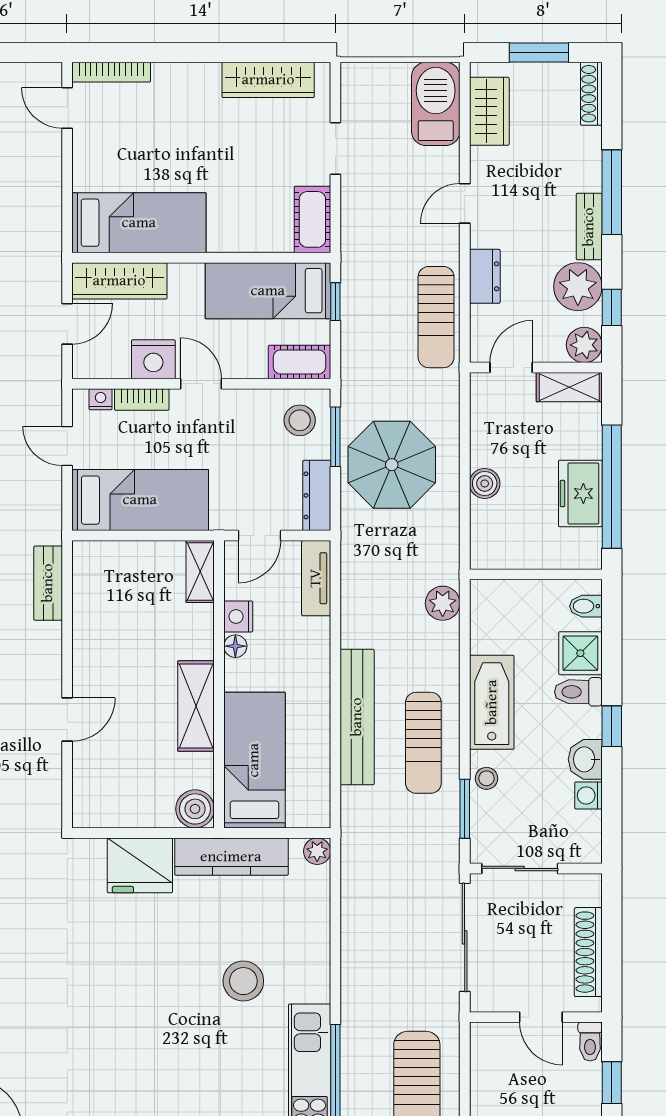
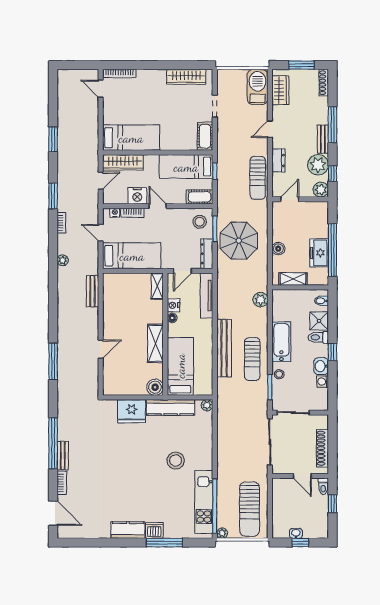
shelving: (569, 387) -> (293, 279), moved
tv unit: (316, 578) -> (207, 296), width x1.41

